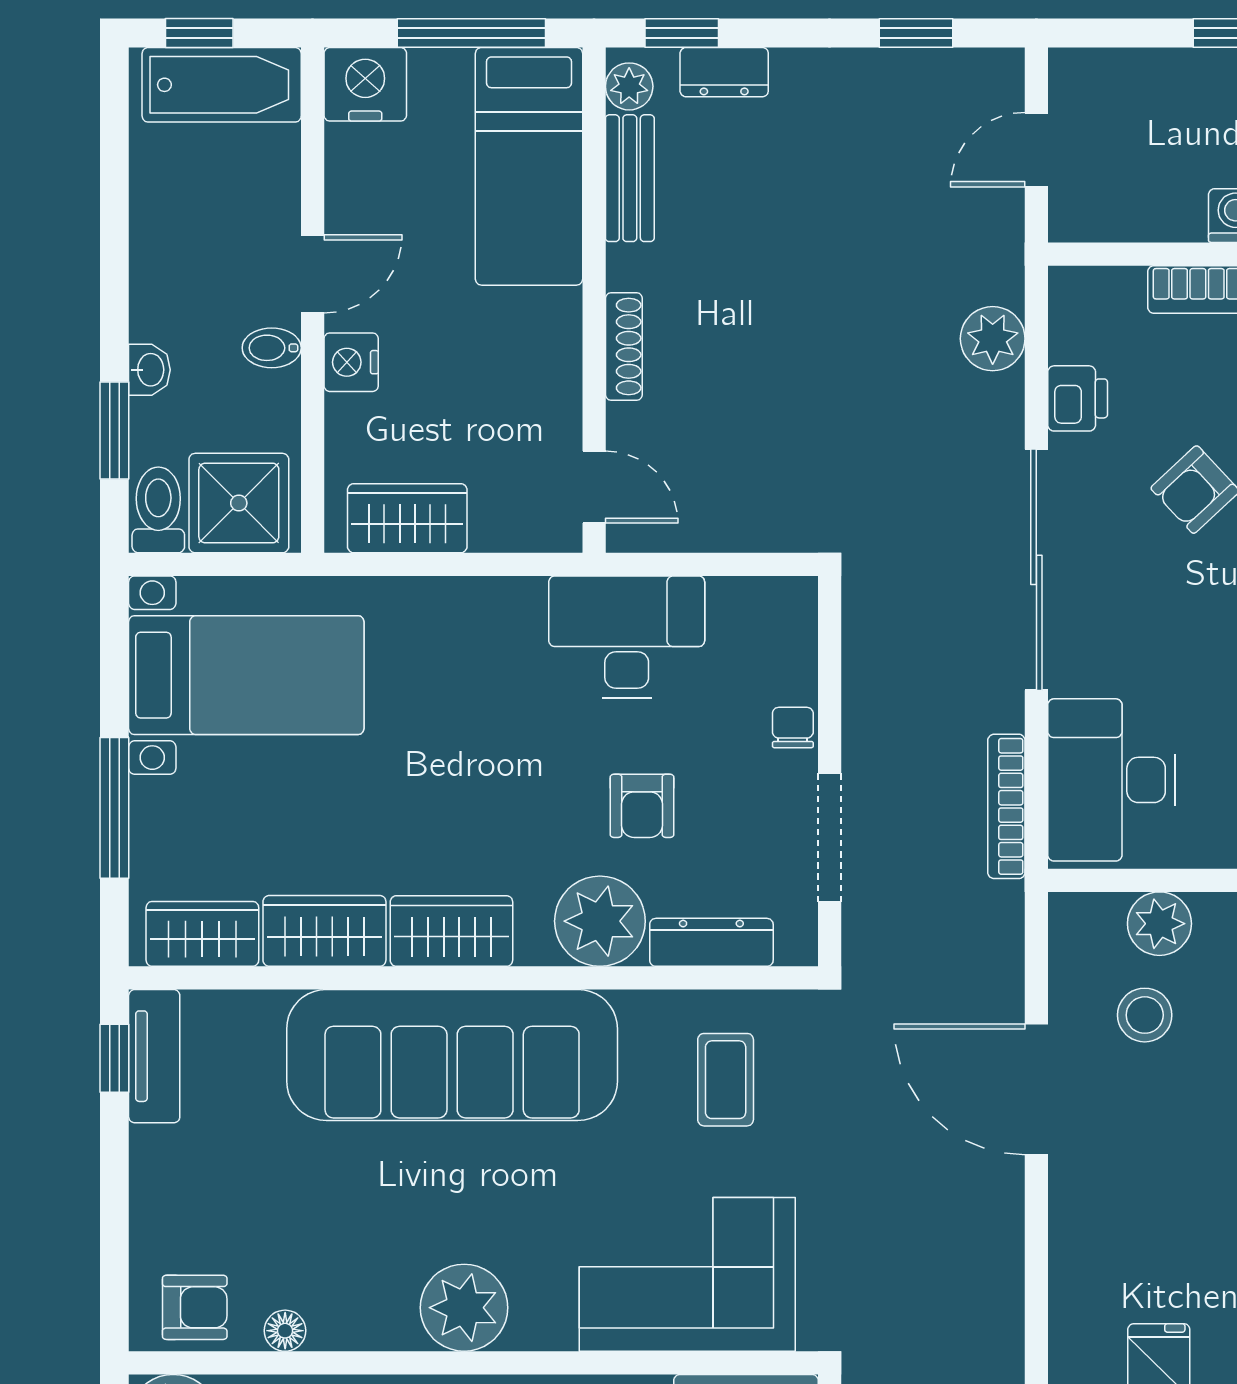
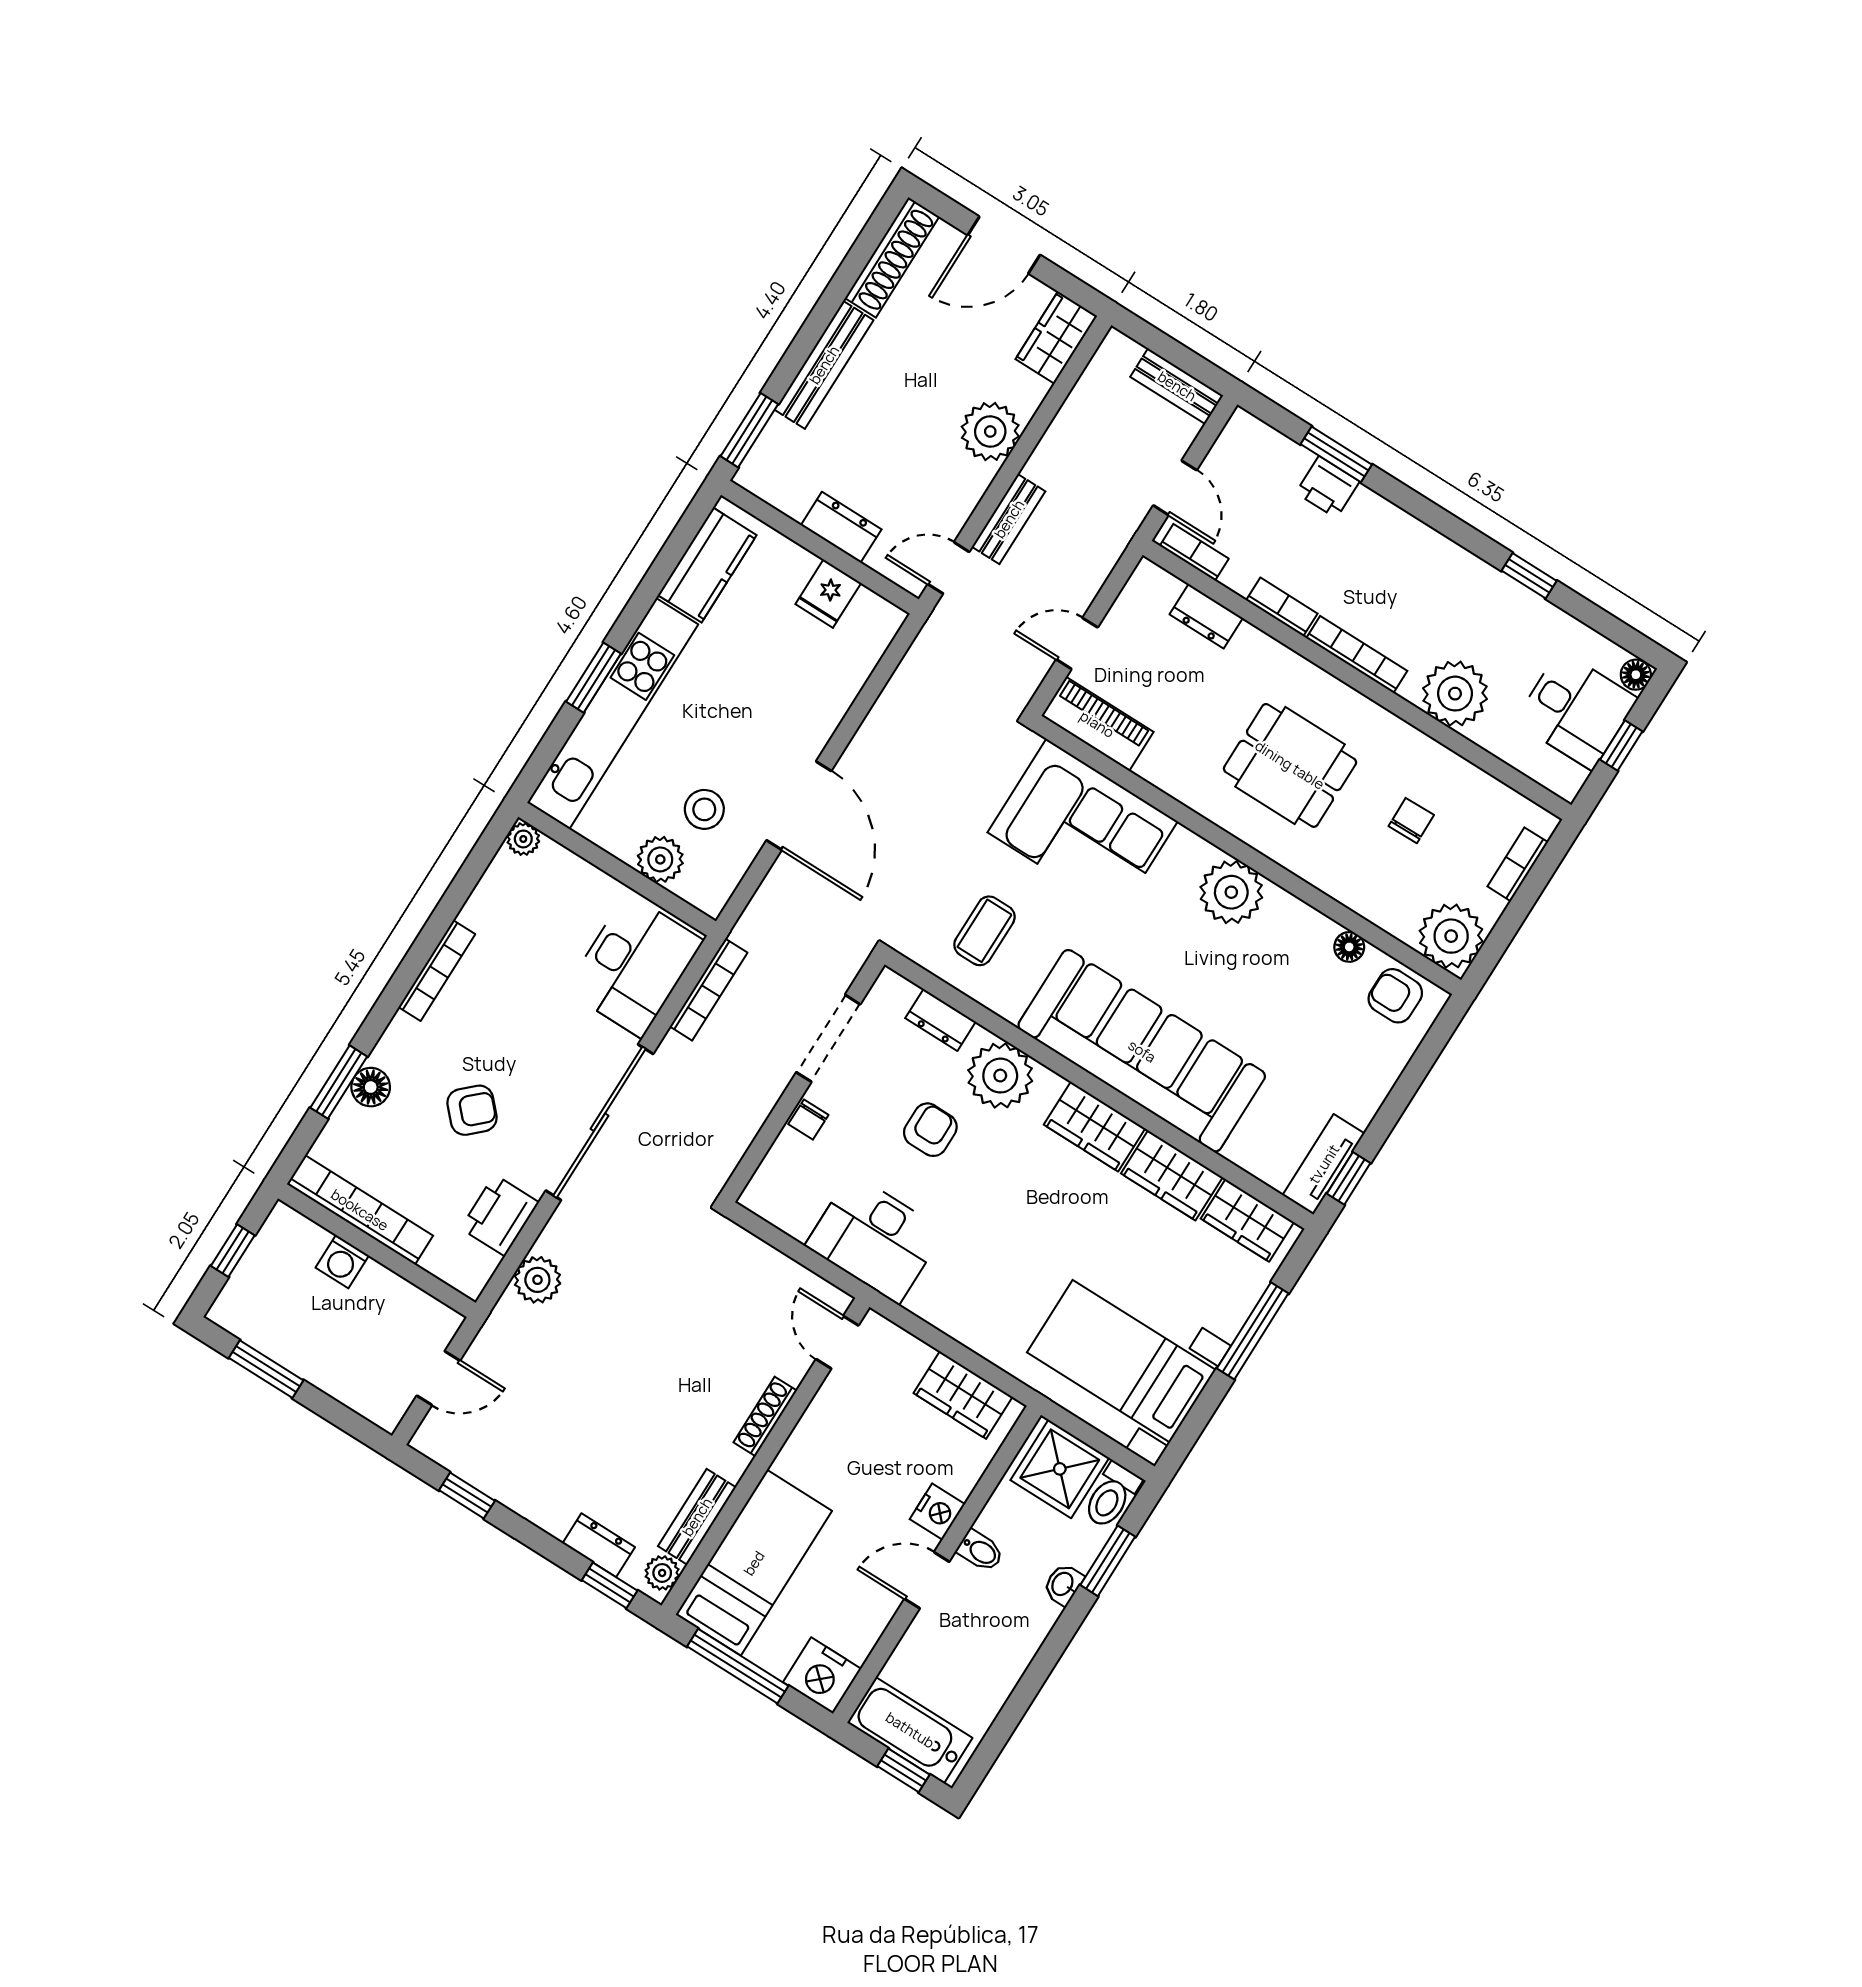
printer: (1078, 398) -> (500, 1215), width x1.36, depth x1.24
dresser: (711, 942) -> (940, 1020), width x0.70

